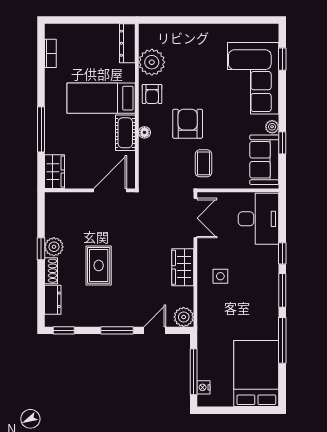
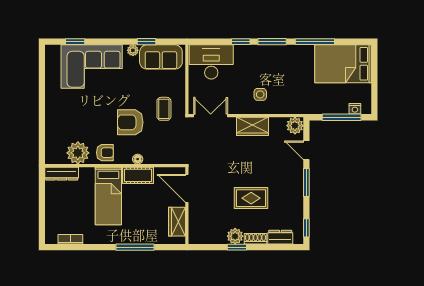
coffee table: (203, 163) -> (164, 109), turned 90
wardrobe: (54, 172) -> (177, 222), moved, turned -90

